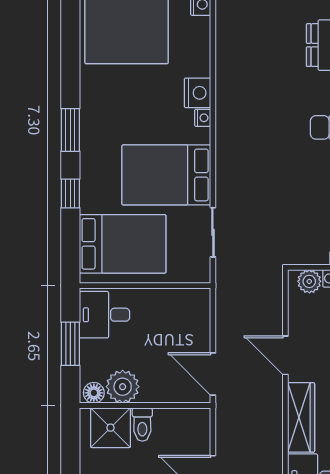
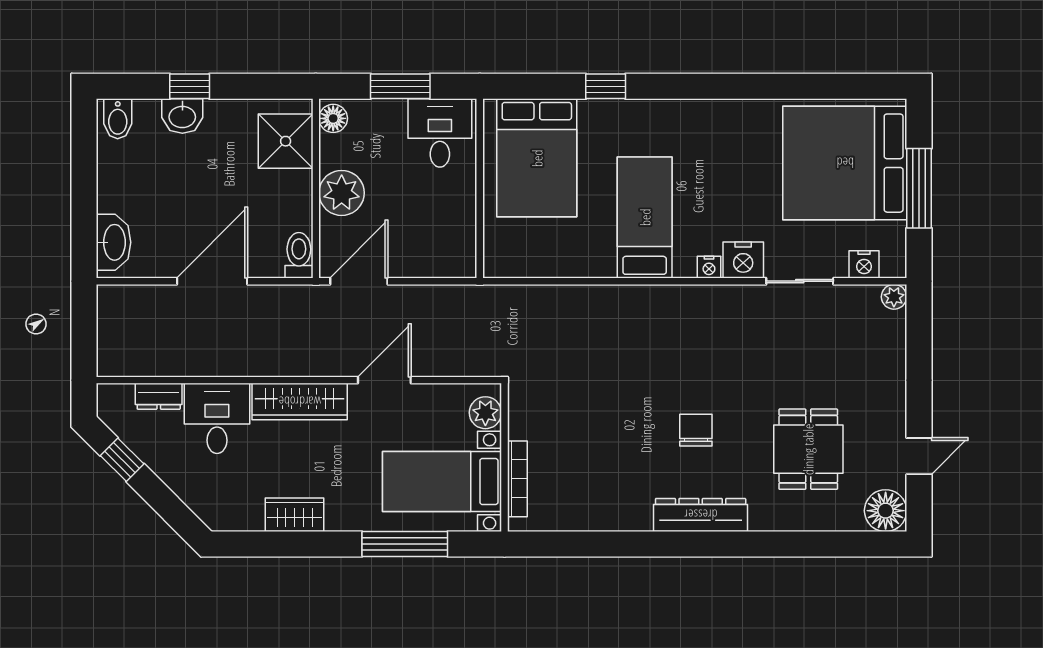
window: (70, 130) -> (692, 86), removed
bed: (166, 175) -> (645, 217), width x0.67
sliding door: (213, 232) -> (800, 281), moved
plant: (123, 387) -> (342, 193), moved
toilet: (142, 424) -> (299, 255), moved, turned 90

